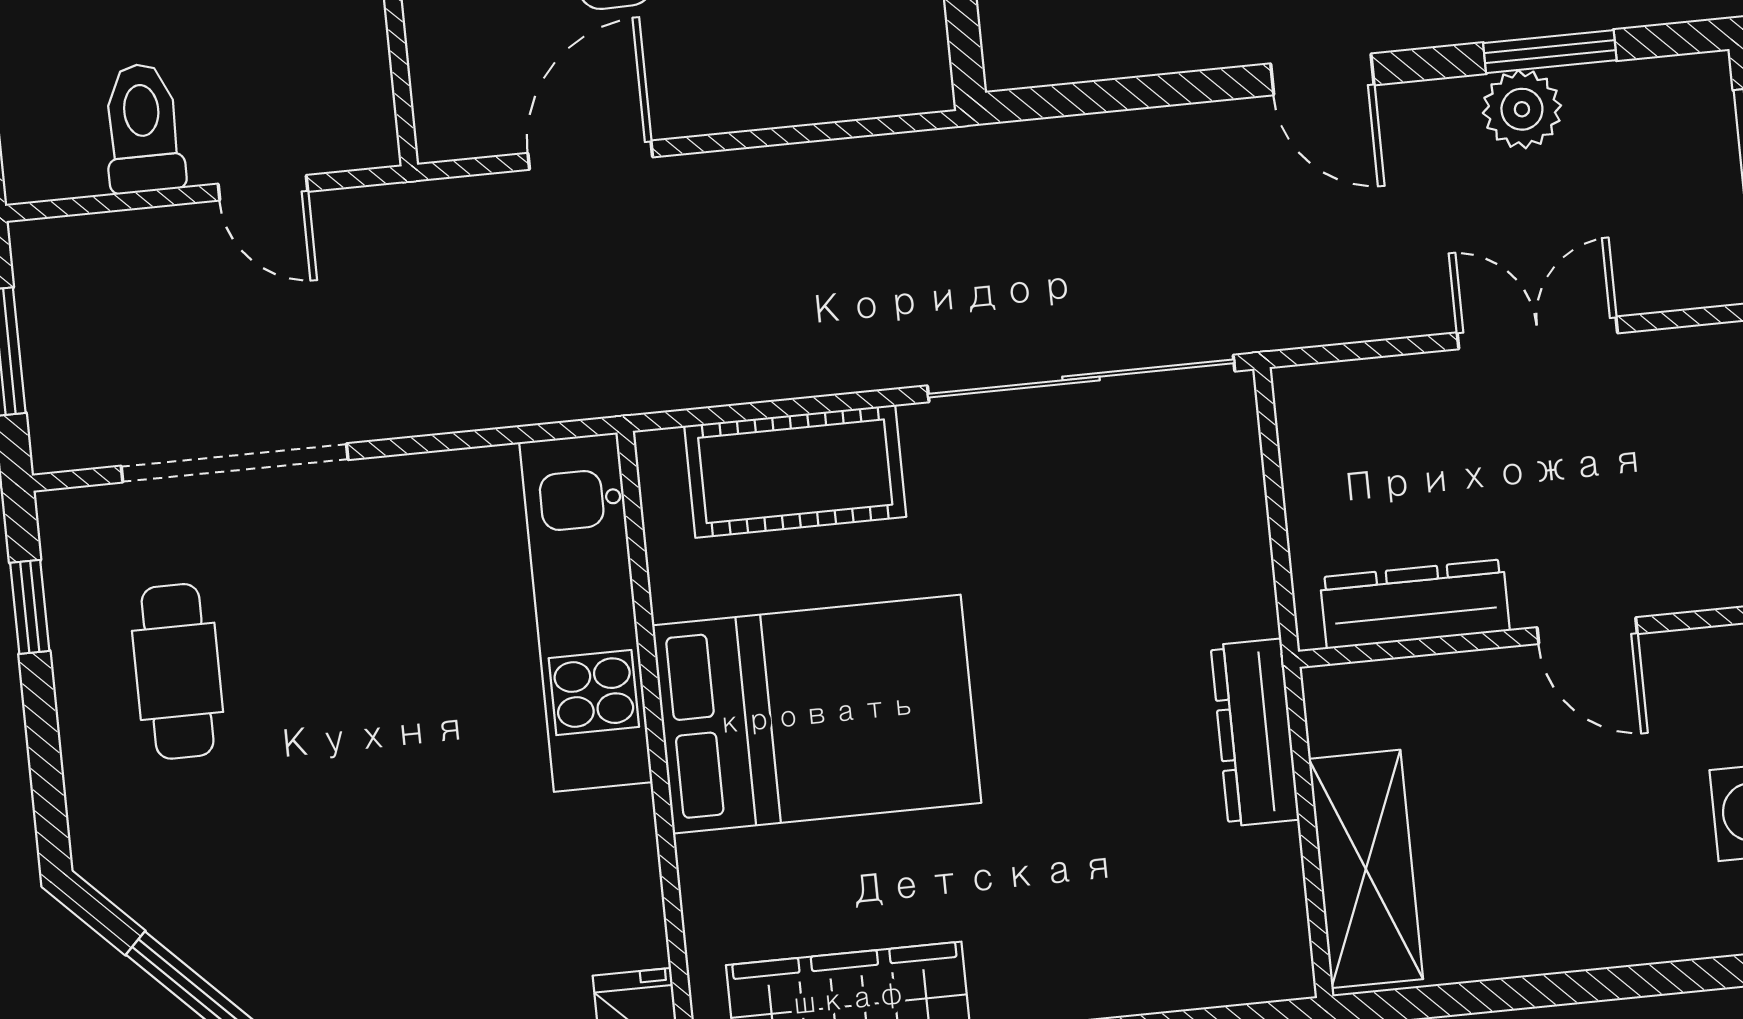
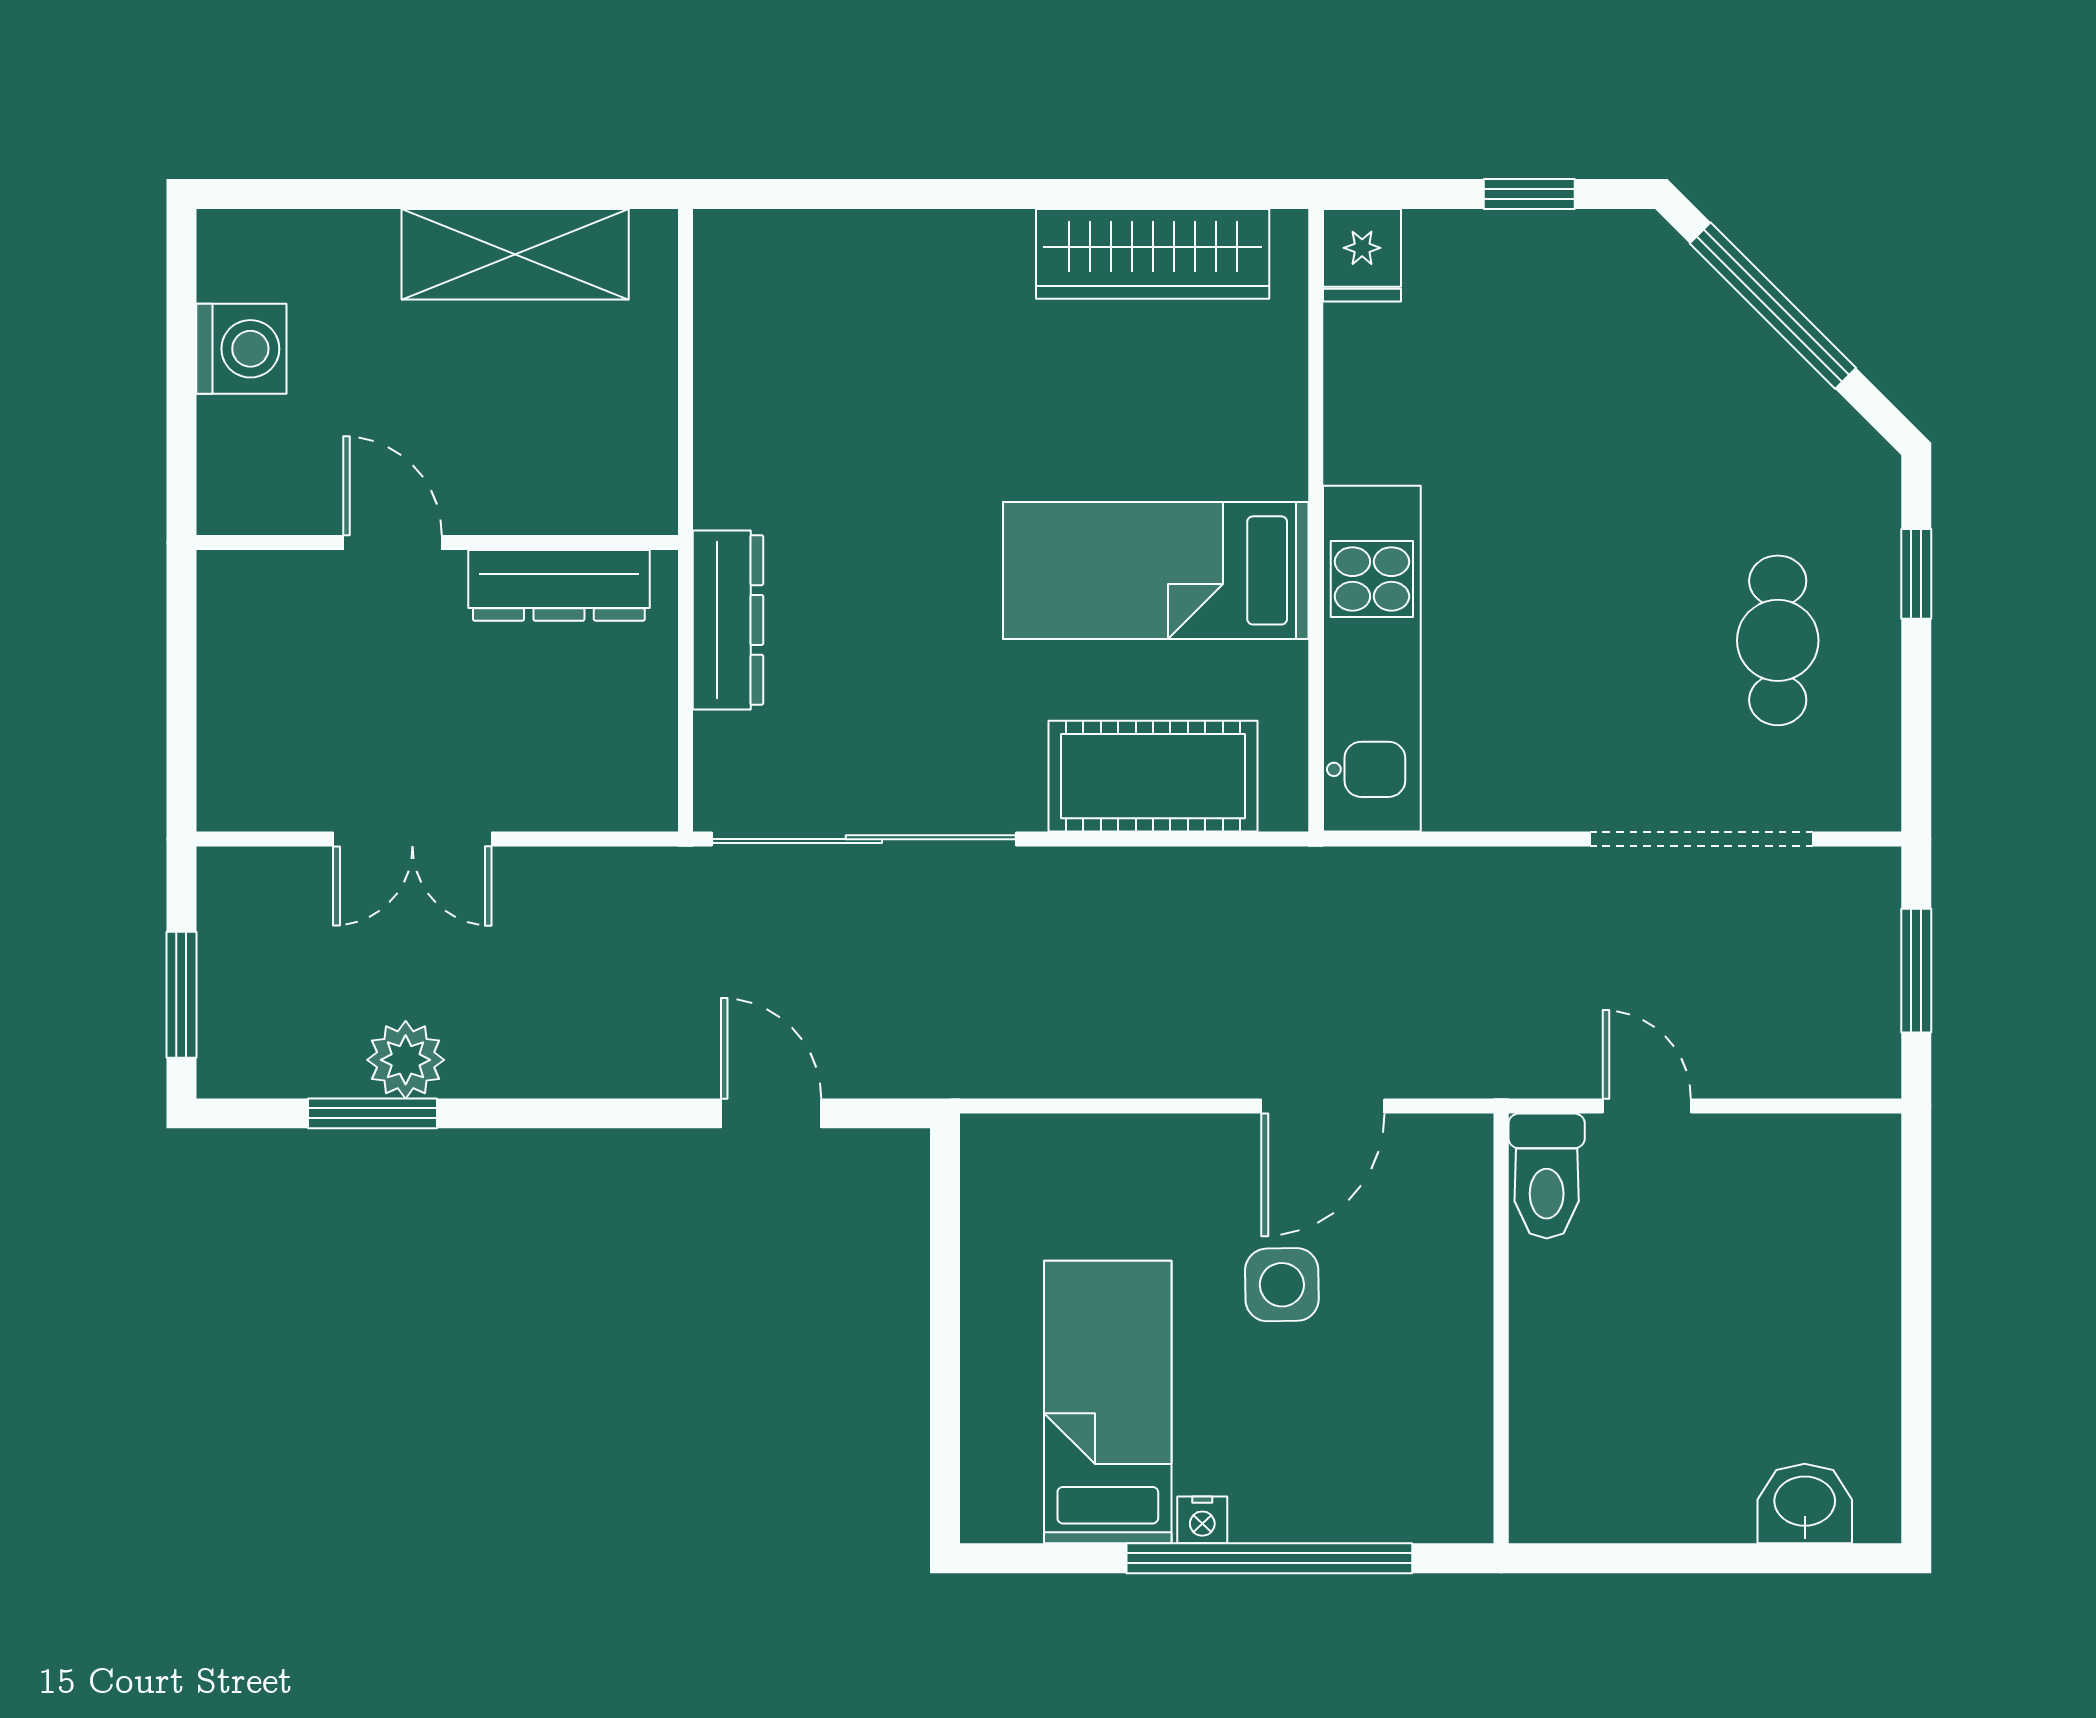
door: (1322, 74) -> (771, 1113), moved
toilet: (143, 128) -> (1547, 1176), moved
window: (30, 607) -> (1916, 574), moved
bed: (817, 714) -> (1156, 570), width x0.67
dresser: (1255, 732) -> (728, 620), moved
shelving: (1366, 869) -> (515, 254), moved, turned 90

